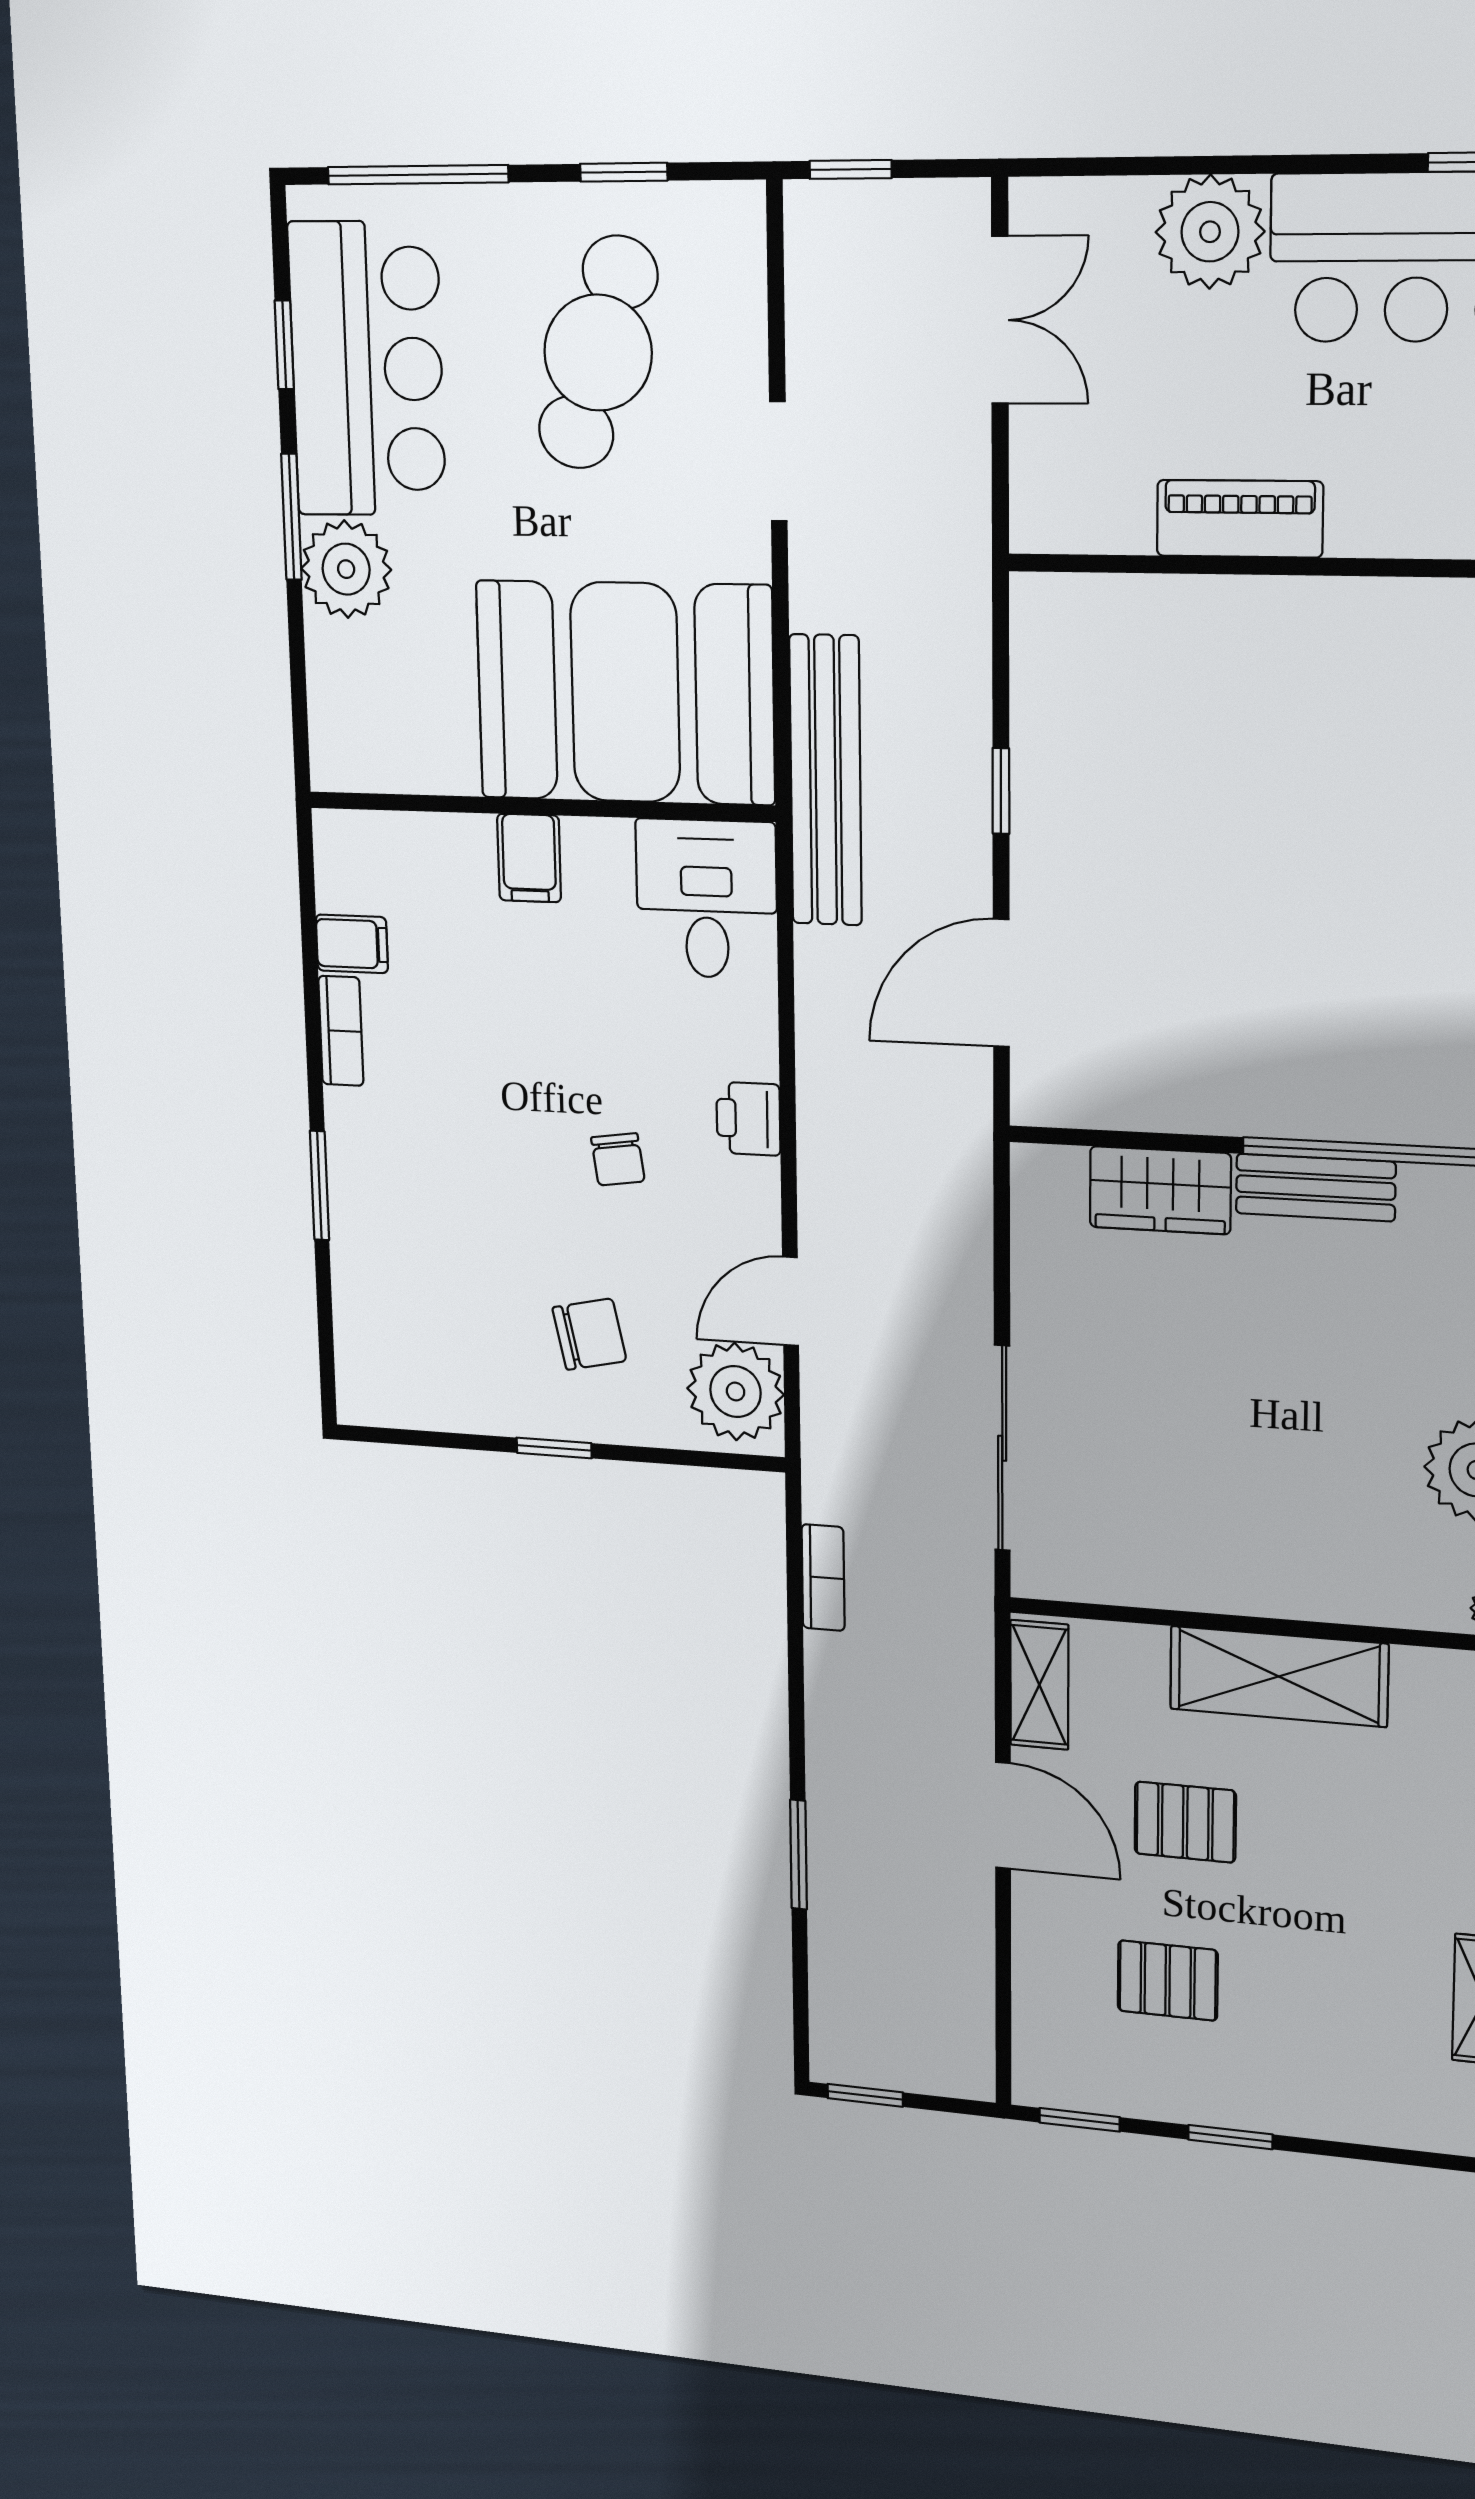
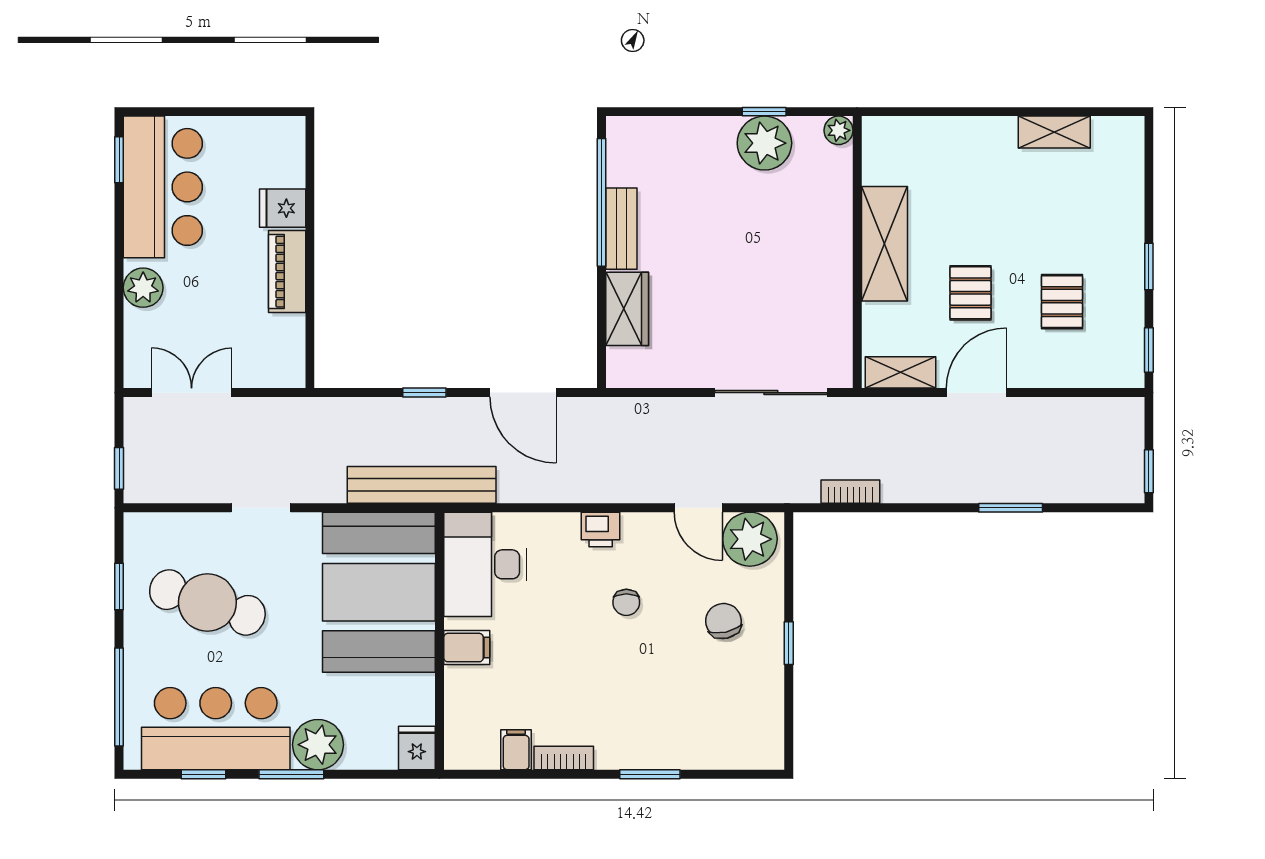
plant: (1210, 232) -> (143, 288), width x0.73, depth x0.73
fridge: (1368, 511) -> (283, 208), added
fridge: (347, 758) -> (417, 748), added
desk: (707, 899) -> (485, 564), width x1.37
chair: (618, 1159) -> (626, 602), turned 98

